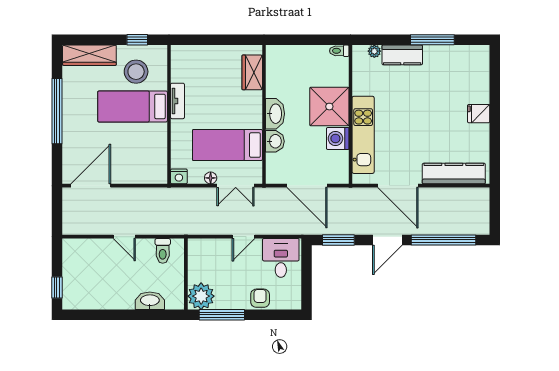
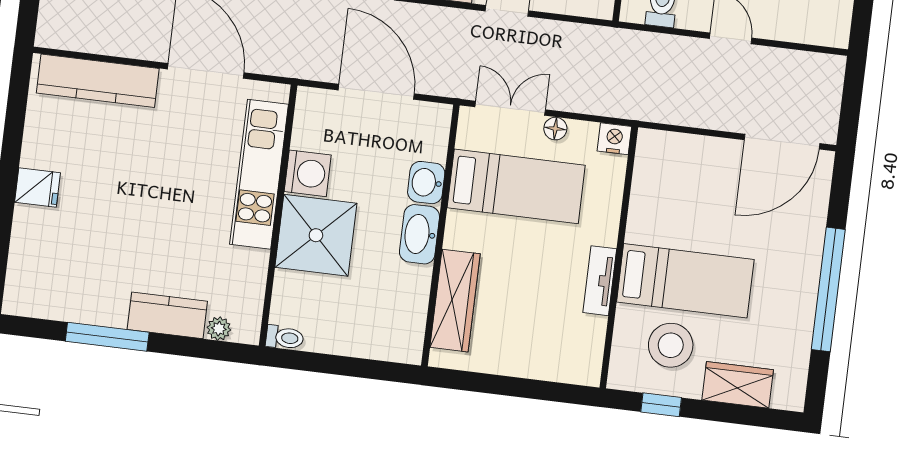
wardrobe: (89, 55) -> (738, 385), width x0.67
wardrobe: (252, 72) -> (455, 301), width x1.50

